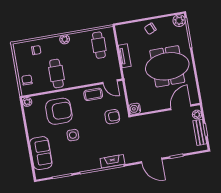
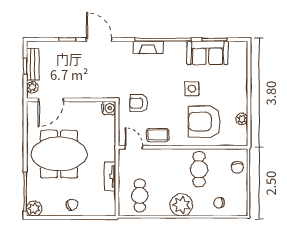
plant: (65, 39) -> (181, 205), width x1.88, depth x1.88
plant: (27, 102) -> (242, 119), moved
sofa: (41, 153) -> (207, 53), moved, turned -90

